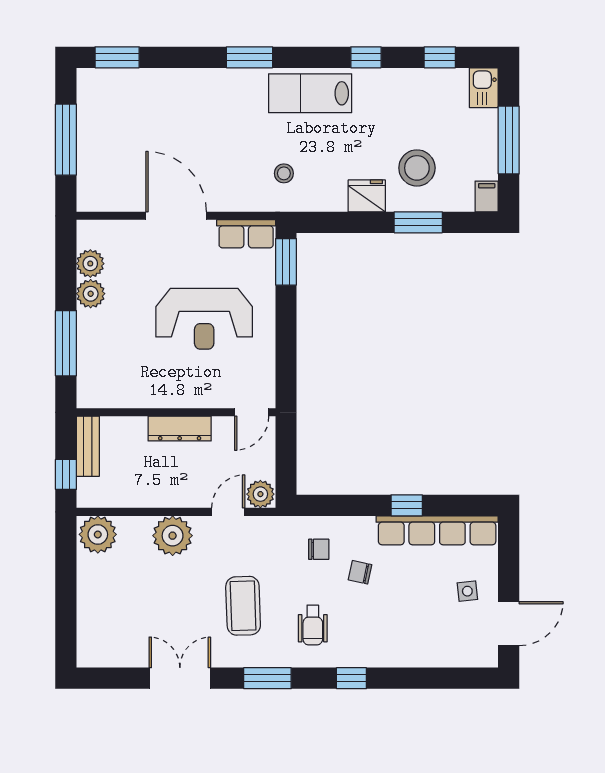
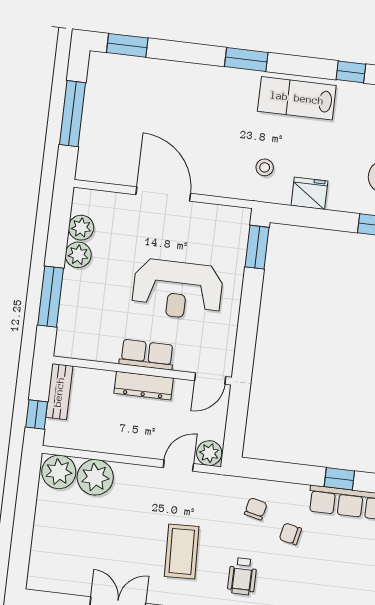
fridge: (367, 196) -> (309, 193), moved
row of seats: (246, 234) -> (147, 355), moved, turned 180
plant: (173, 536) -> (95, 477), moved
chair: (319, 549) -> (256, 509), turned -77

